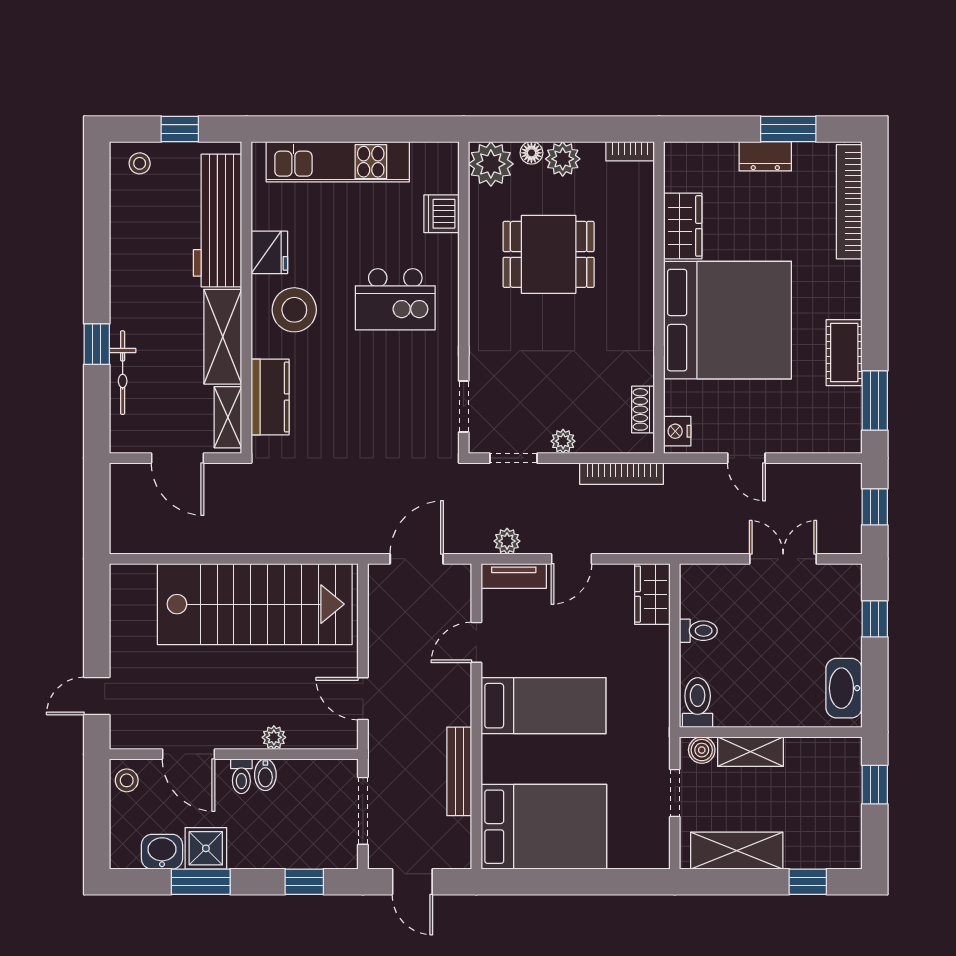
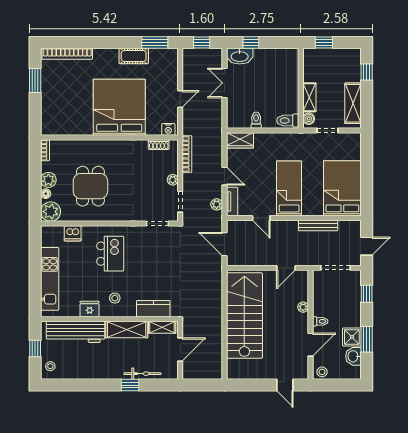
dresser: (765, 156) -> (47, 91), removed
wardrobe: (683, 226) -> (78, 127), removed
stool: (294, 310) -> (115, 298), width x0.53, depth x0.53
washbasin: (844, 688) -> (240, 56), moved
bidet: (265, 775) -> (320, 311), removed

